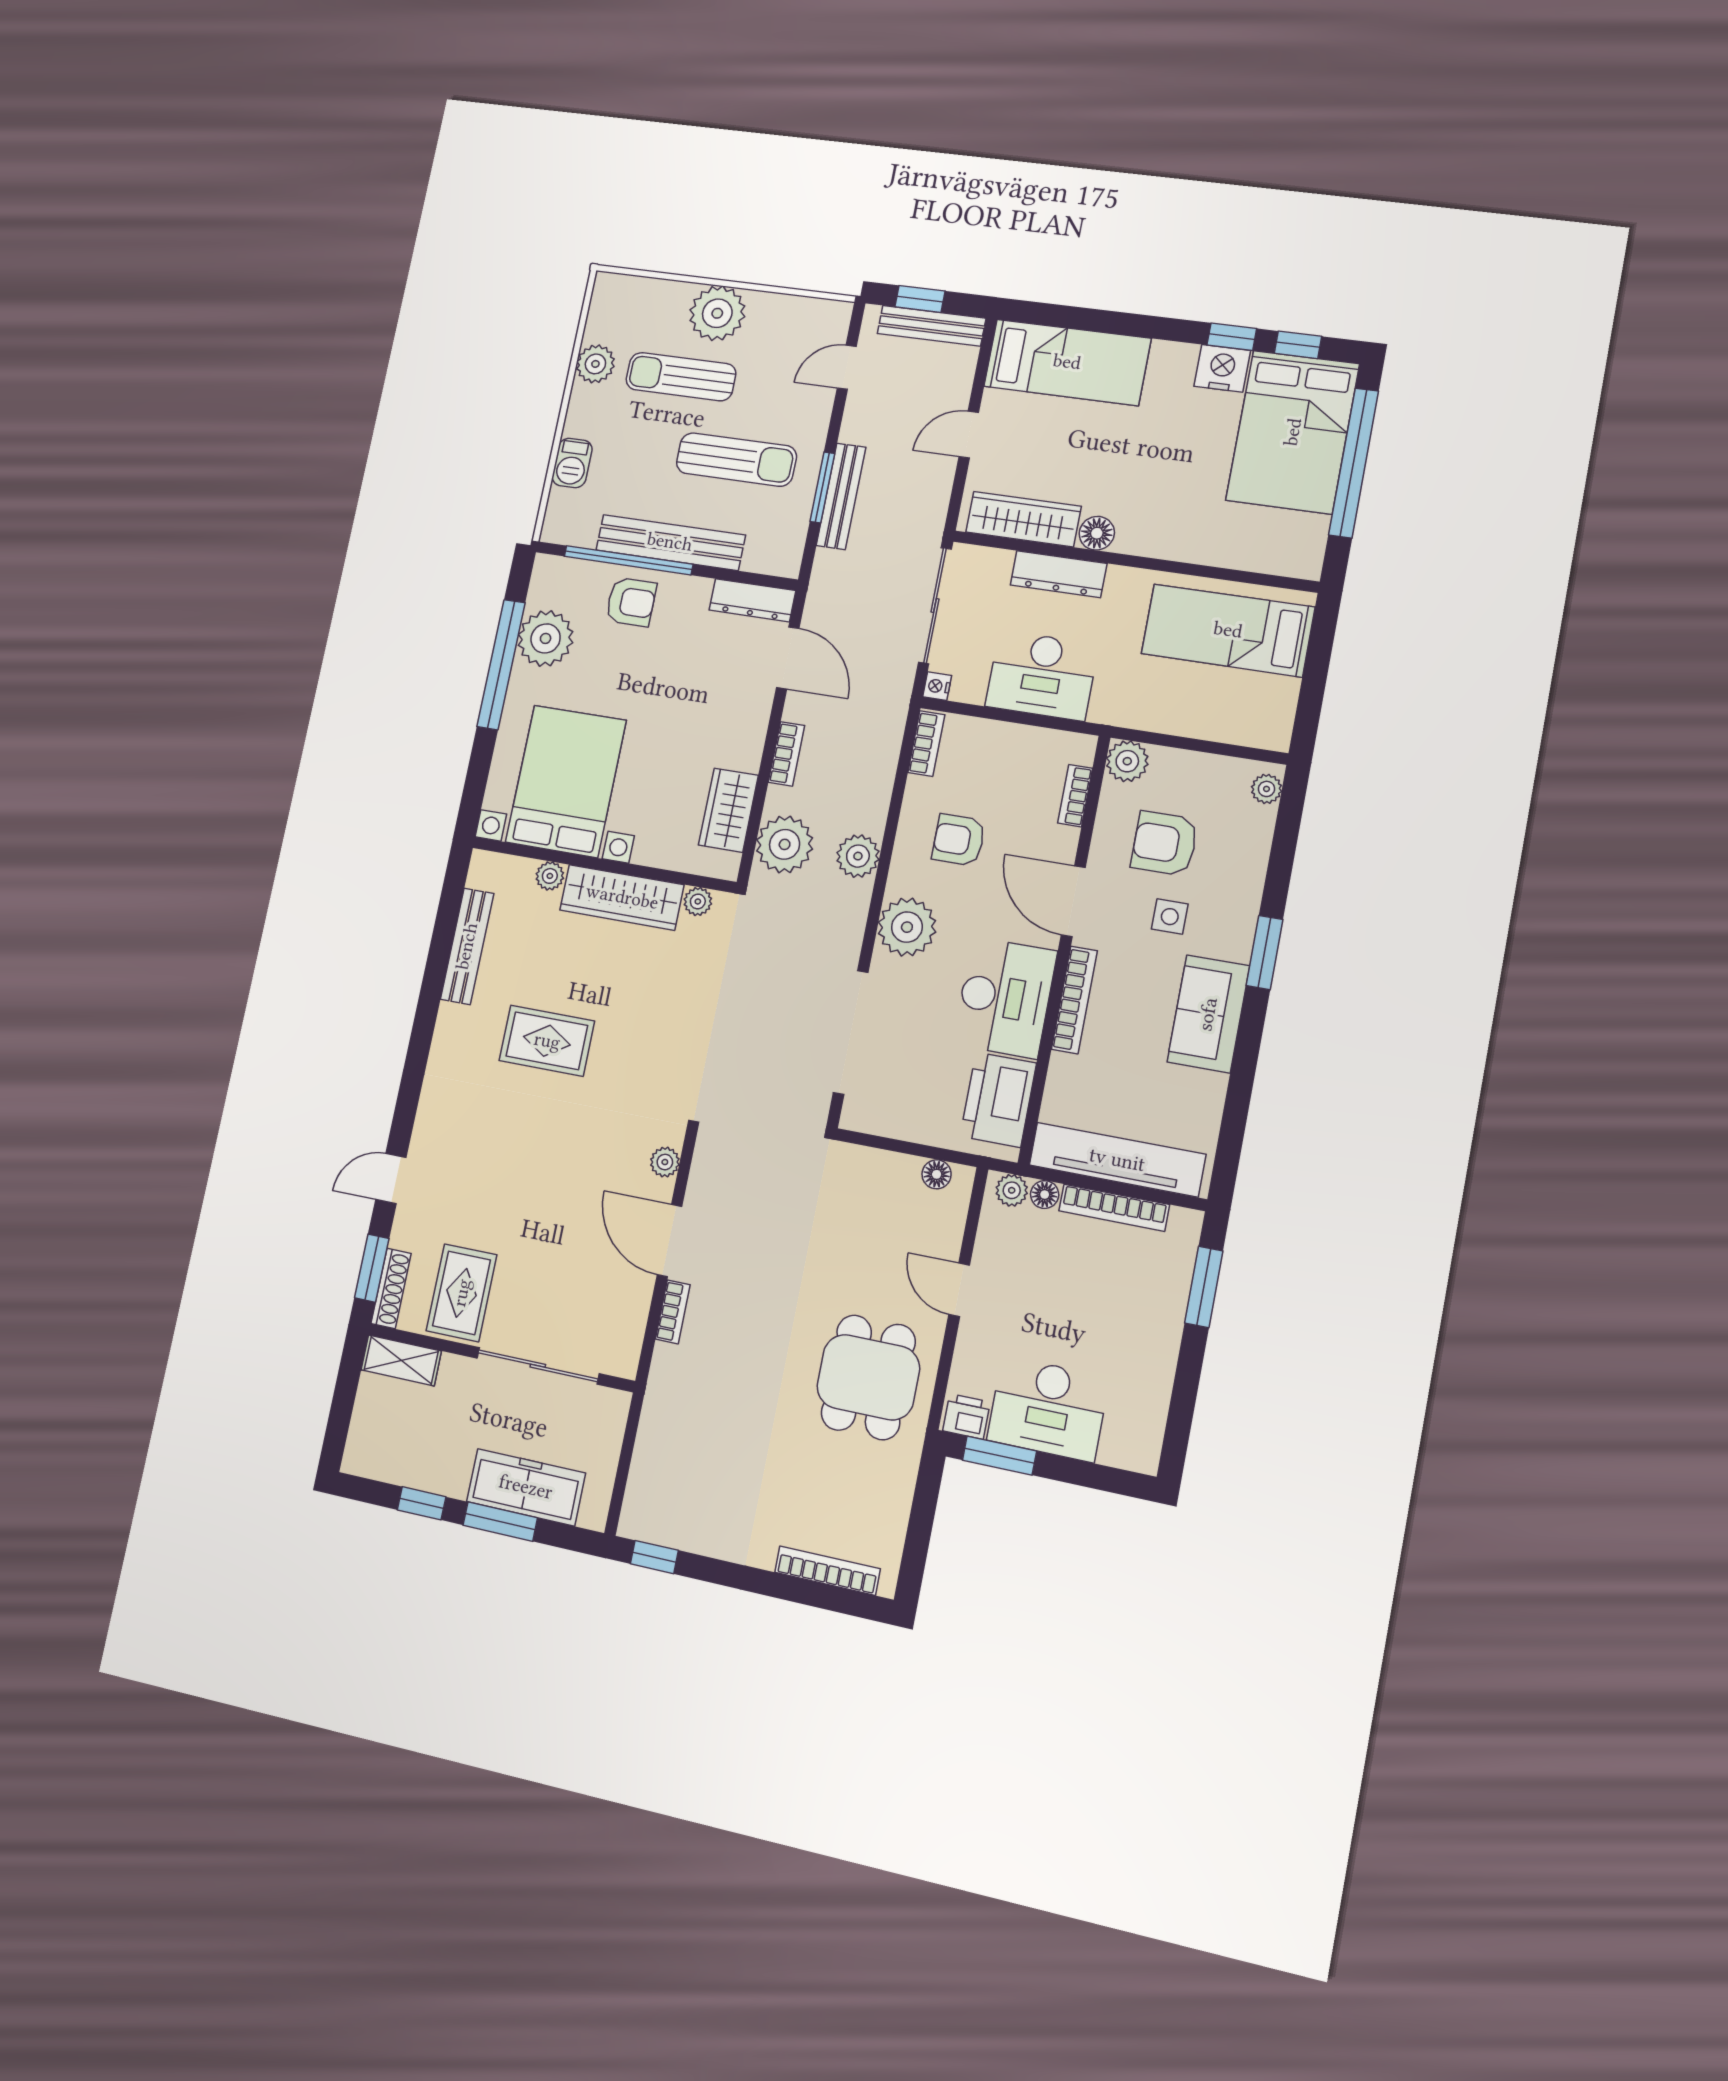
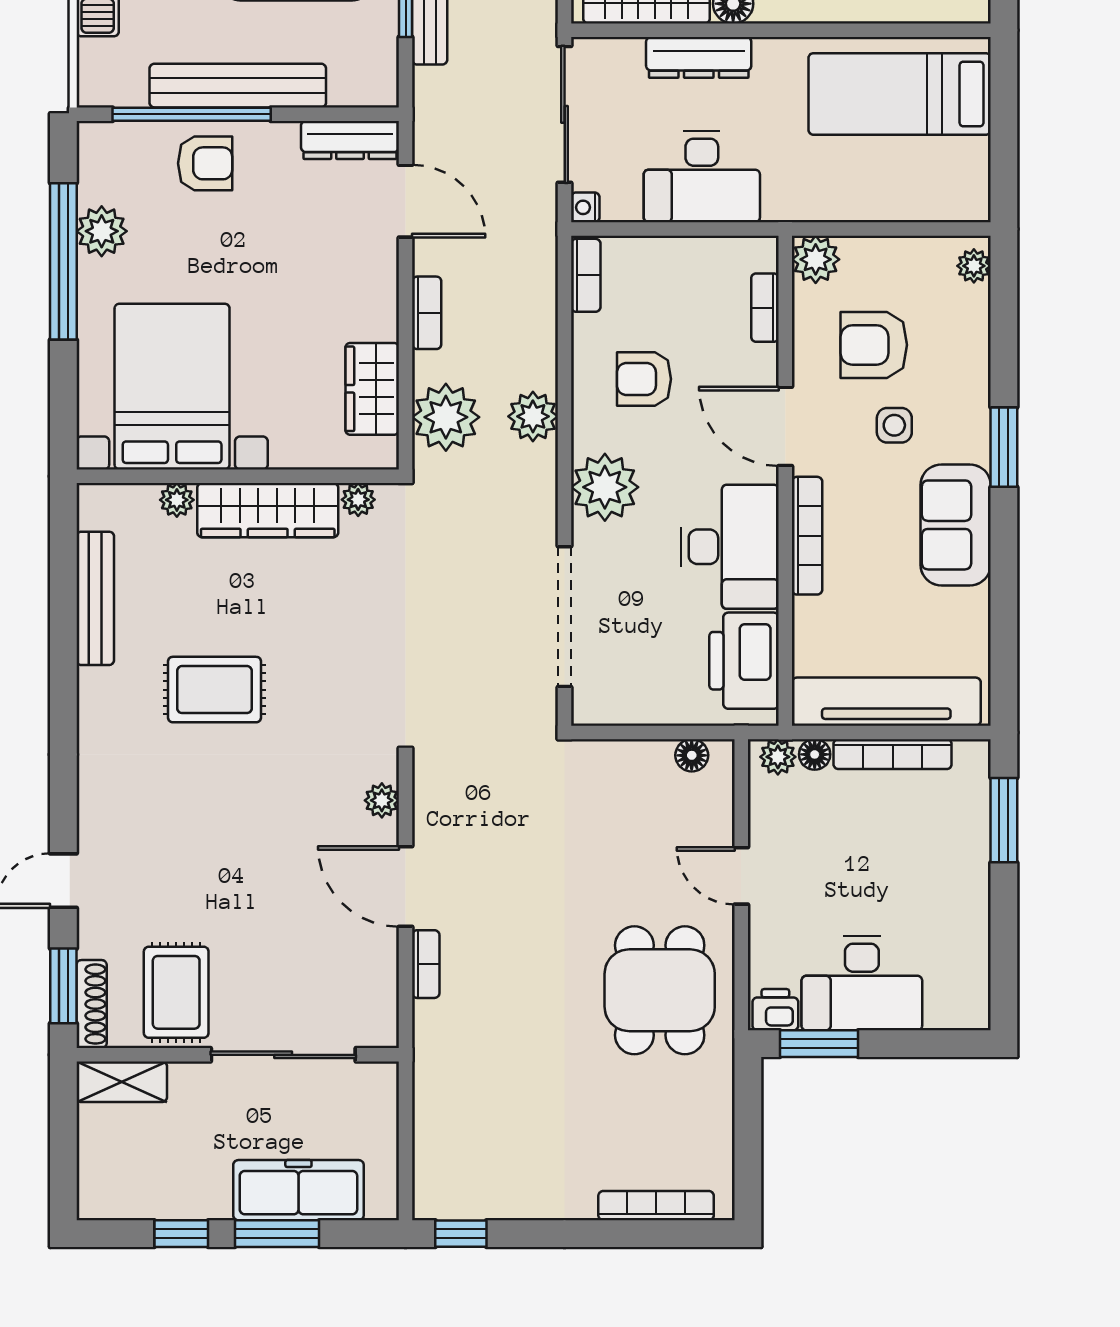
plant: (546, 638) -> (102, 231), width x0.73, depth x0.73

